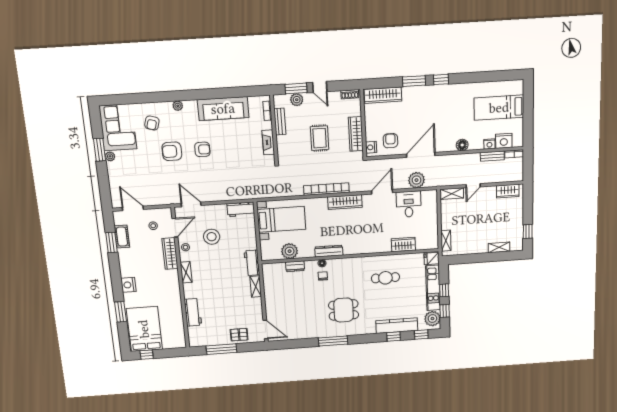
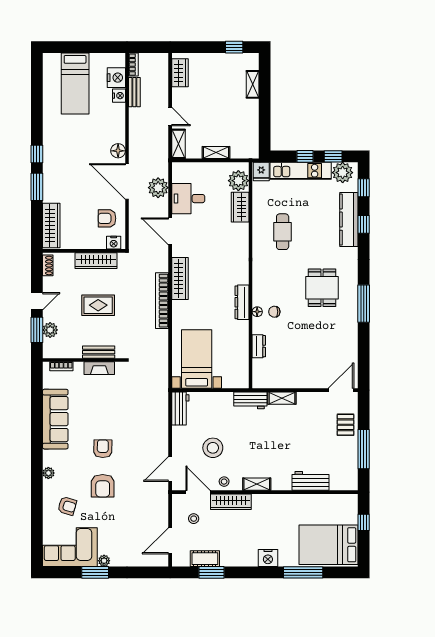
bench: (280, 122) -> (99, 352), moved
floor lamp: (462, 145) -> (118, 151), moved
shelving: (446, 241) -> (216, 153), moved
plant: (290, 251) -> (238, 181), moved
window: (120, 312) -> (303, 572), width x1.44
window: (147, 355) -> (364, 522), moved

